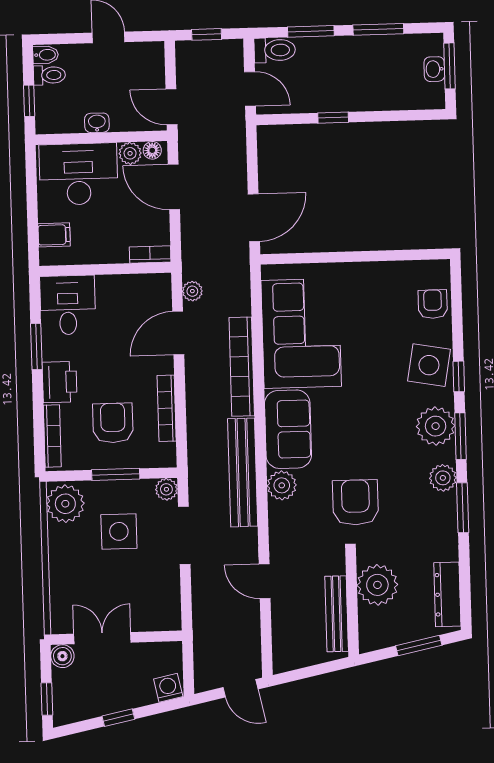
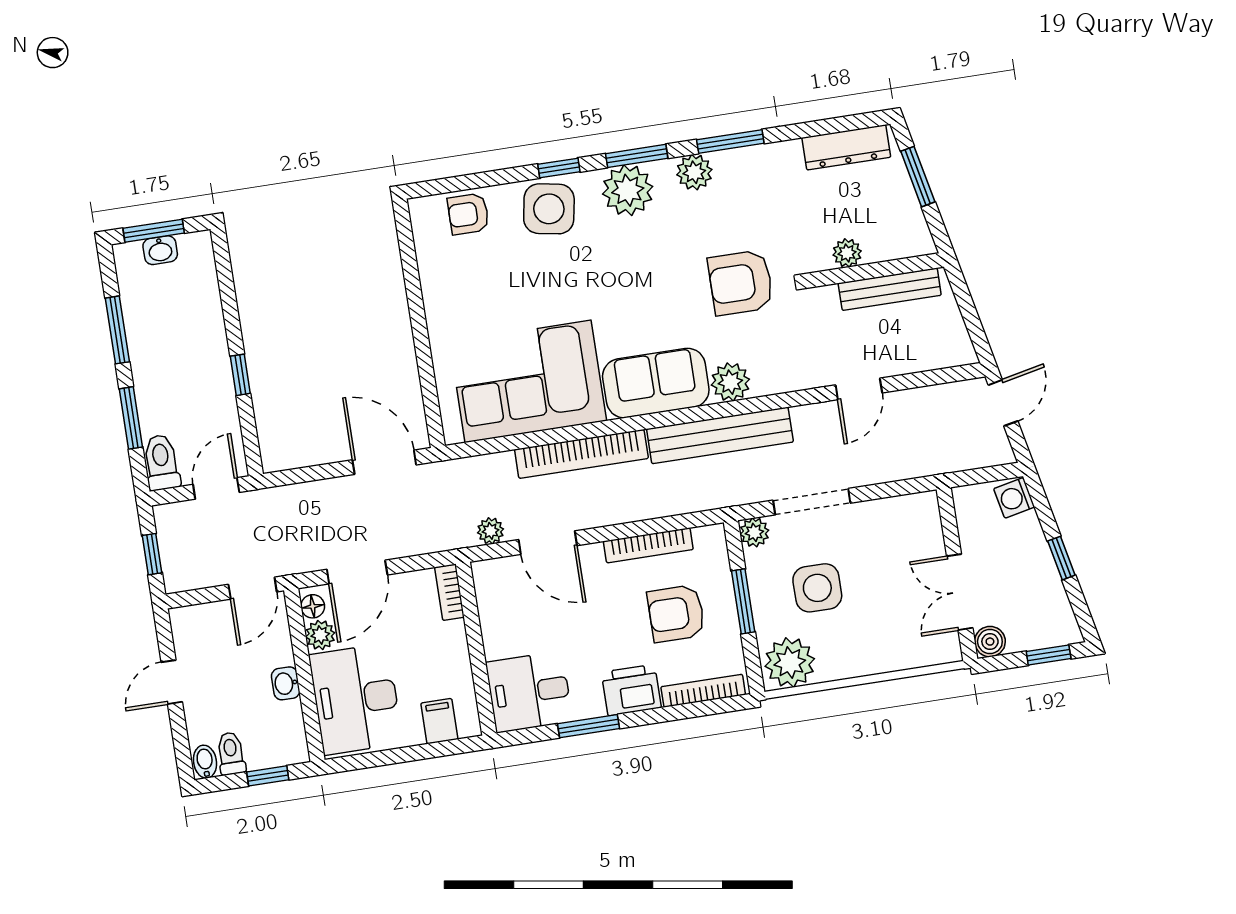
plant: (377, 585) -> (847, 253), width x0.53, depth x0.53

